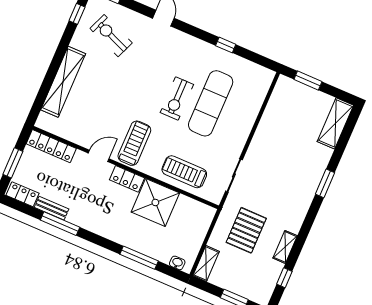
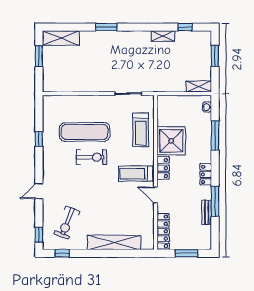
window: (308, 80) -> (39, 56), moved
locker: (22, 194) -> (206, 174), moved
pallet: (246, 230) -> (163, 68), removed

